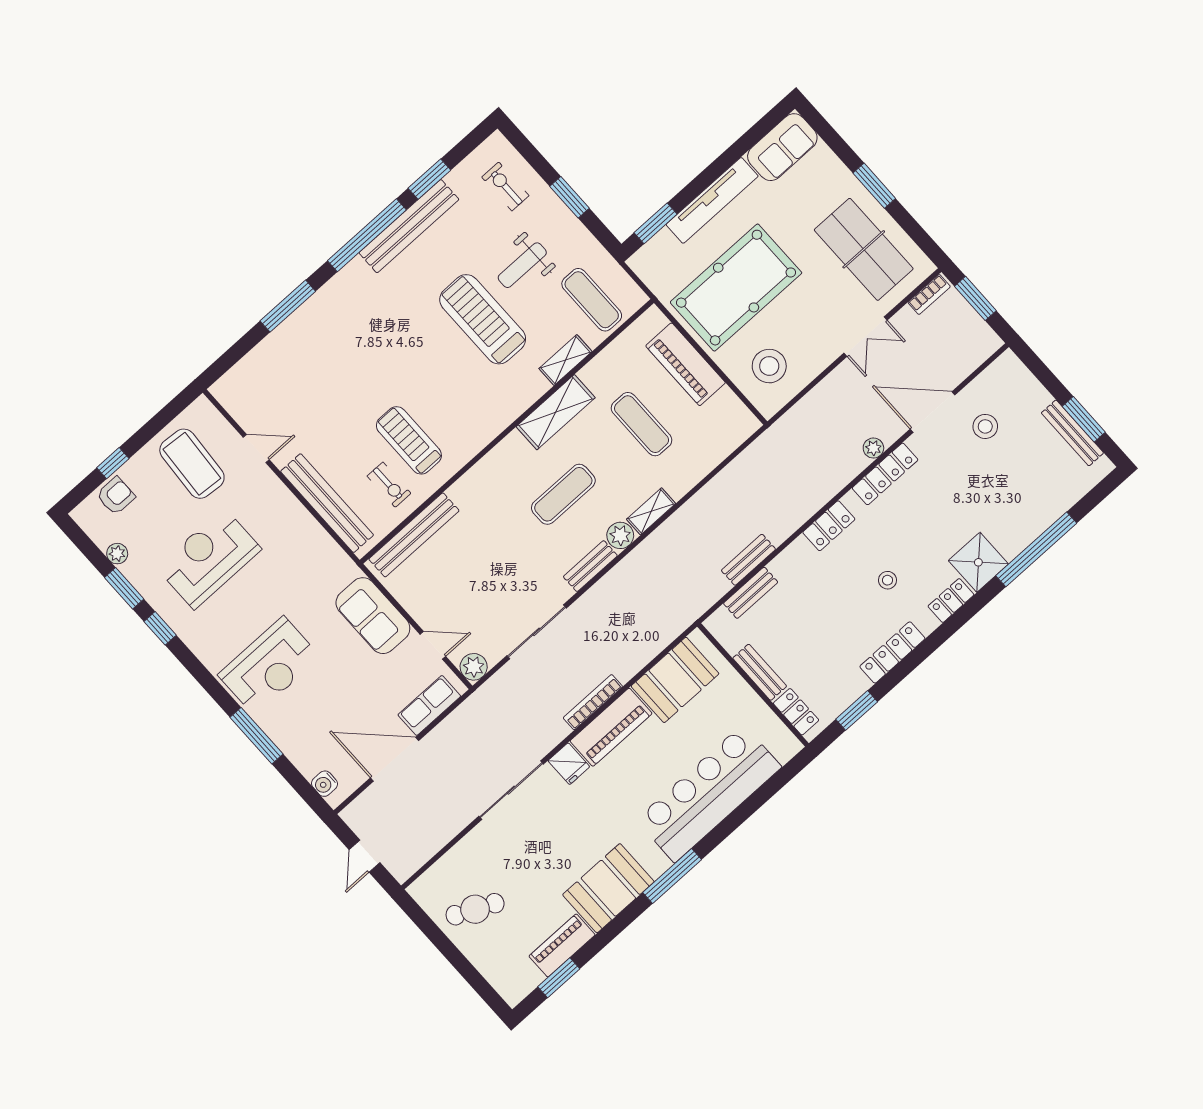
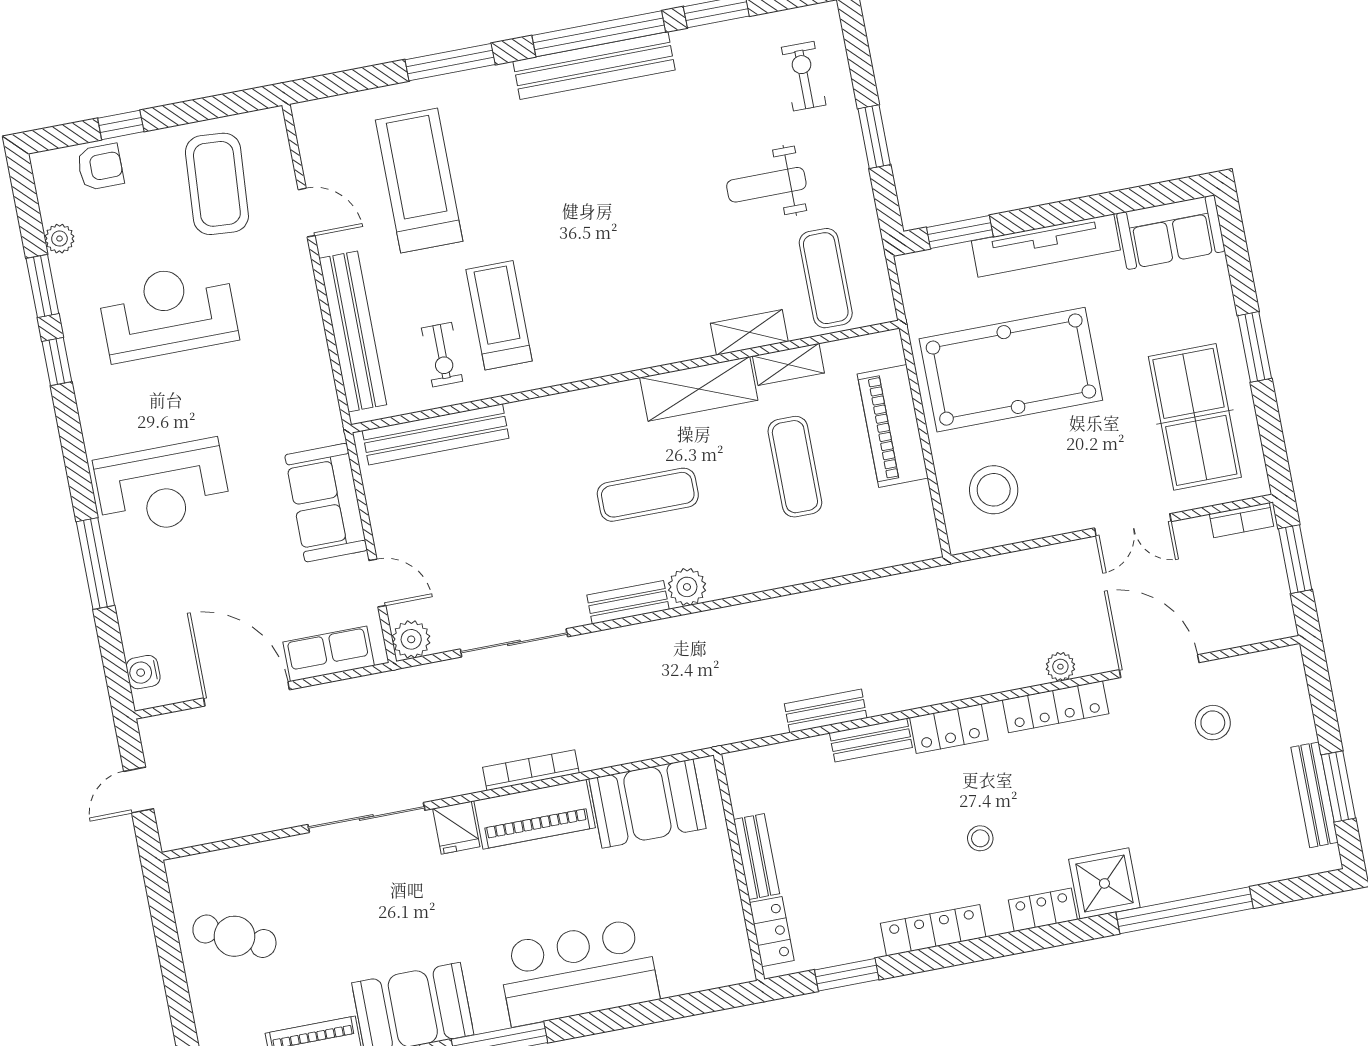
bench: (409, 226) -> (594, 66), moved
treadmill: (483, 319) -> (419, 181), moved
shelving: (651, 511) -> (788, 364), moved
bench: (751, 593) -> (871, 740), moved
bar counter: (709, 793) -> (578, 972), width x0.73

